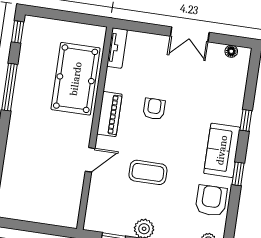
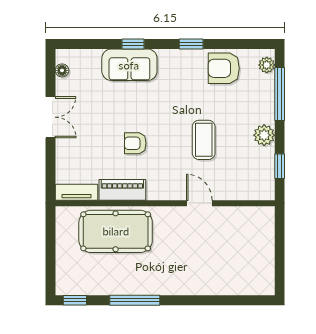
piano: (109, 114) -> (122, 190), moved
sofa: (222, 150) -> (129, 65), moved

